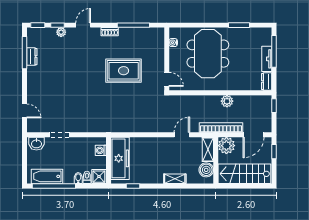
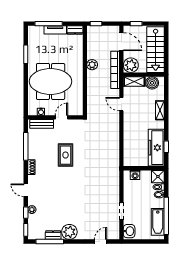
bench: (159, 43) -> (42, 124), added
rug: (124, 71) -> (66, 155), width x0.73, depth x0.70
plant: (36, 75) -> (69, 232), added
door: (167, 79) -> (61, 117), moved
freezer: (120, 158) -> (156, 148), moved, turned -90

